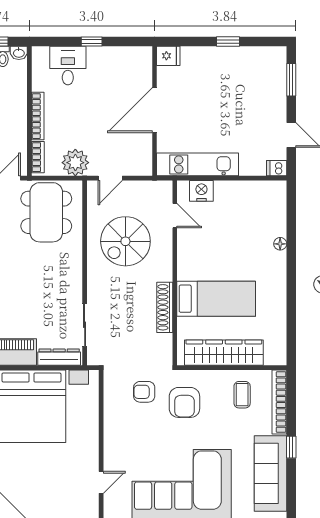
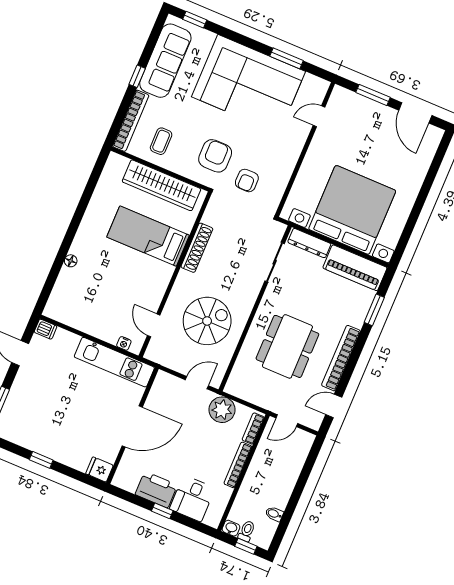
printer: (106, 59) -> (156, 490), added
nightstand: (201, 191) -> (124, 343), width x0.53, depth x0.56
dining table: (46, 212) -> (287, 346), moved
armchair: (144, 392) -> (247, 180), turned 90

